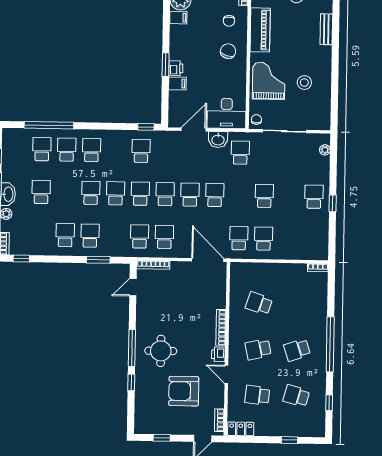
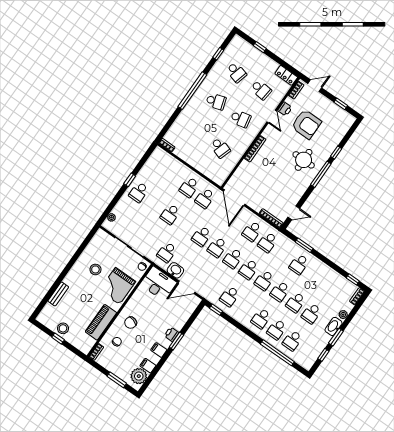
filing cabinet: (177, 83) -> (159, 350), moved
school desk: (65, 235) -> (296, 302), moved
printer: (218, 354) -> (285, 109), moved

